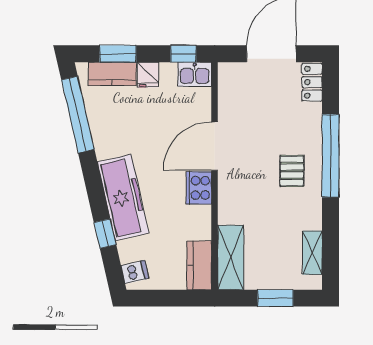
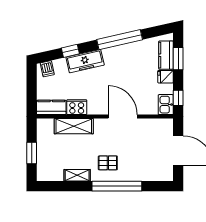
locker: (312, 82) -> (161, 175), removed
window: (78, 115) -> (120, 40), moved
cooker: (199, 188) -> (77, 107), moved
freezer: (123, 198) -> (85, 61), width x0.73, depth x0.79
shelving: (312, 253) -> (77, 175), moved
shelving: (231, 257) -> (74, 126), moved

